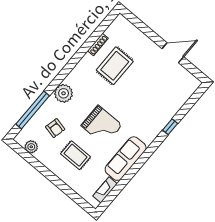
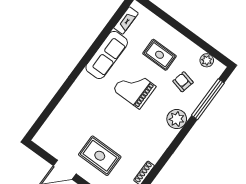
rug: (115, 66) -> (100, 156), moved, turned 90
window: (170, 127) -> (62, 92), removed

